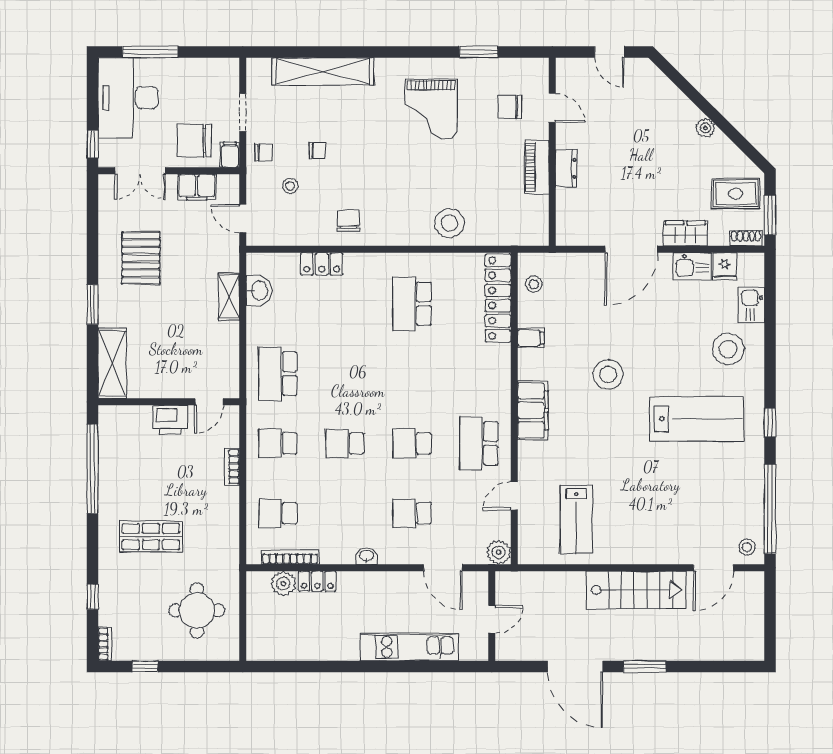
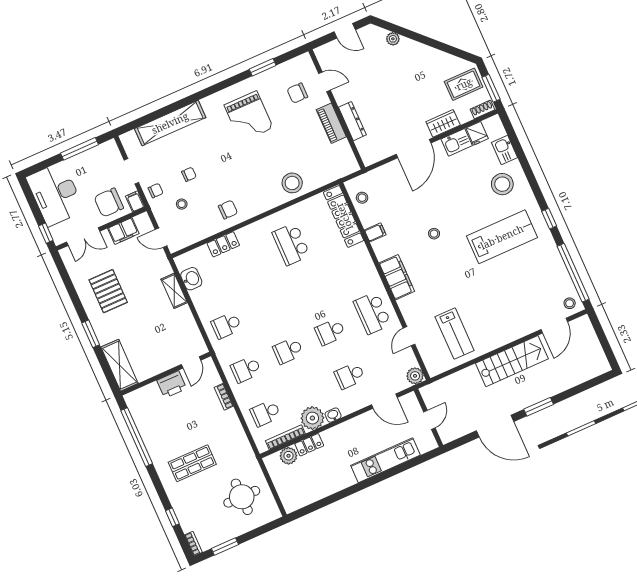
window: (150, 52) -> (79, 149), moved
plant: (705, 128) -> (393, 39), moved
dresser: (566, 168) -> (352, 121), width x1.44
chair: (348, 221) -> (228, 210), turned 90
school desk: (278, 374) -> (226, 325), width x0.54
stool: (608, 374) -> (434, 234), width x0.53, depth x0.53
plant: (337, 548) -> (312, 418), added
window: (145, 666) -> (225, 546), width x1.50

